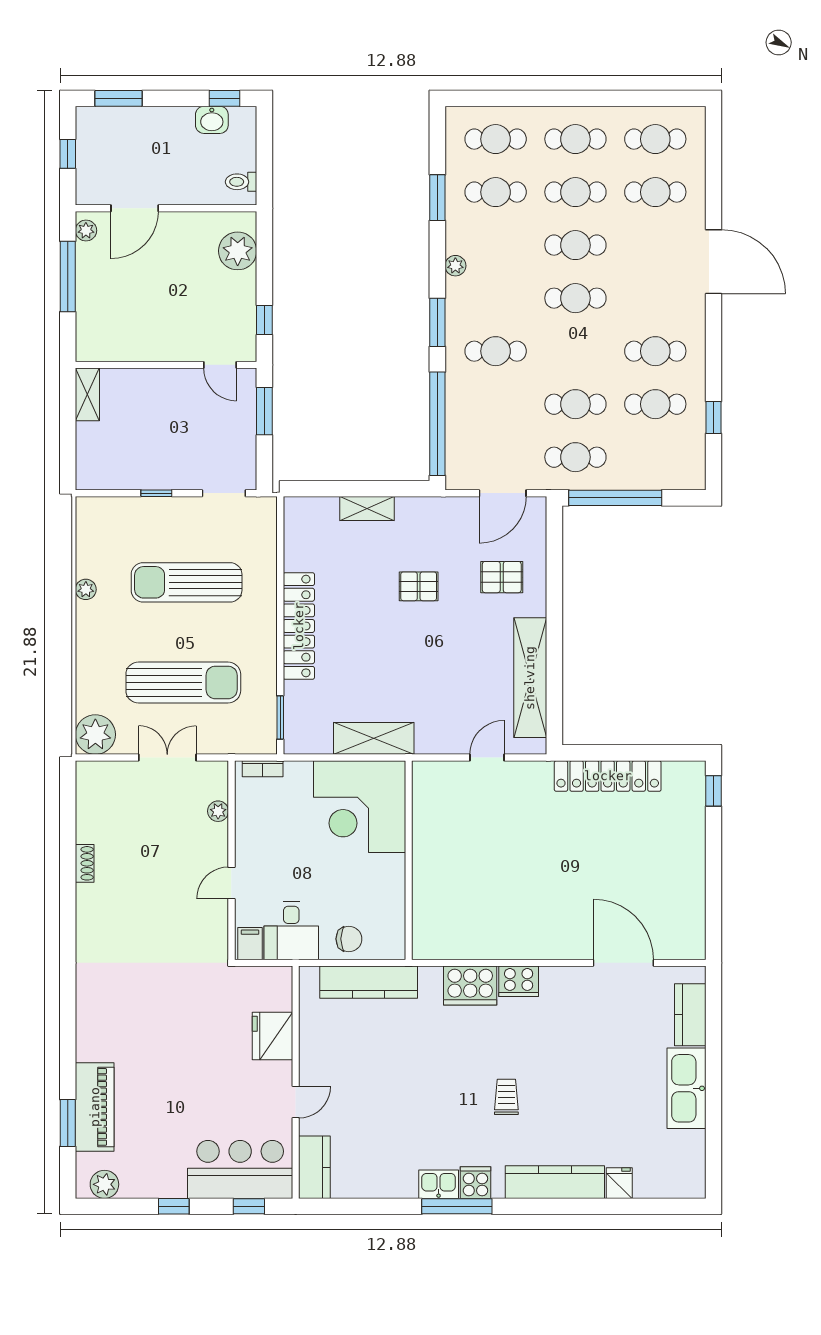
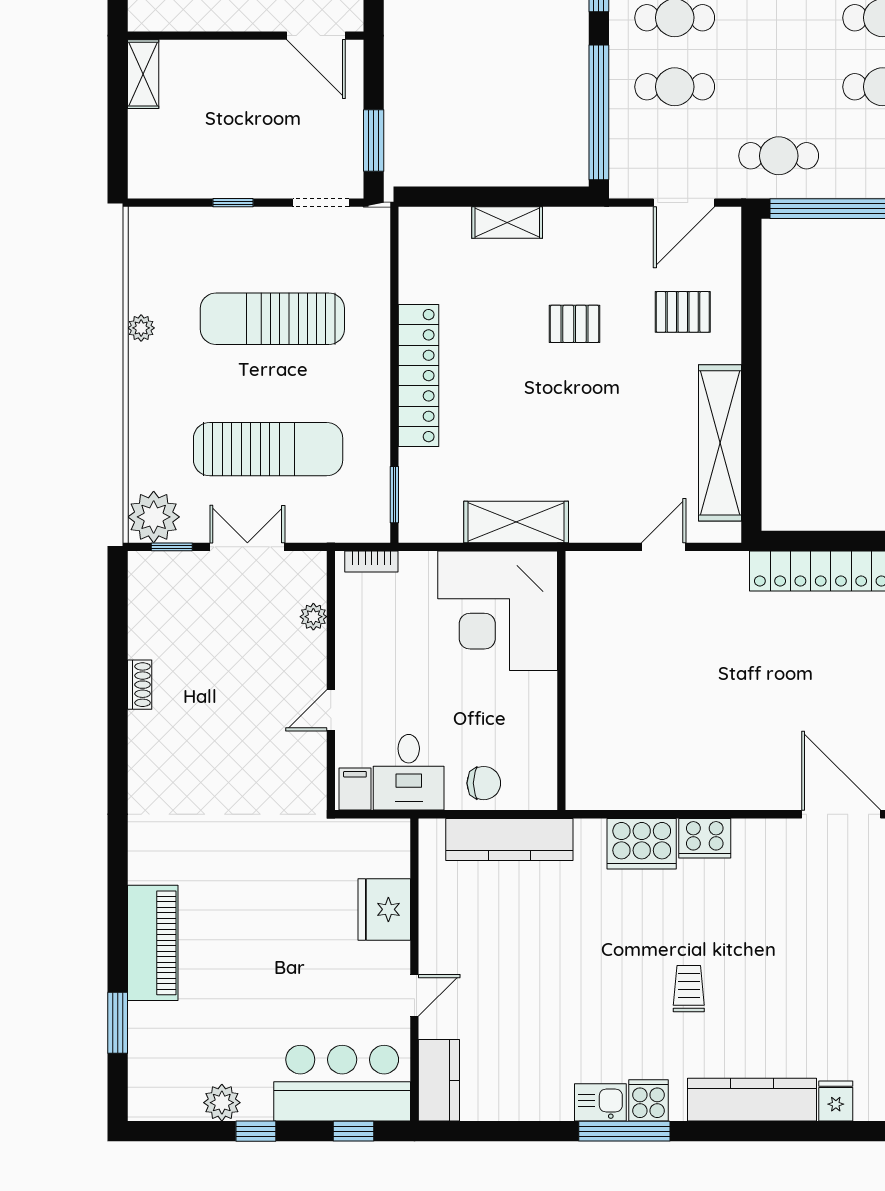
door: (220, 365) -> (316, 36), width x1.38
cafe table: (575, 404) -> (675, 87), moved
window: (264, 411) -> (374, 141), moved
window: (109, 758) -> (172, 547), added
piano: (95, 1107) -> (153, 943), moved
plant: (104, 1184) -> (222, 1103), moved

